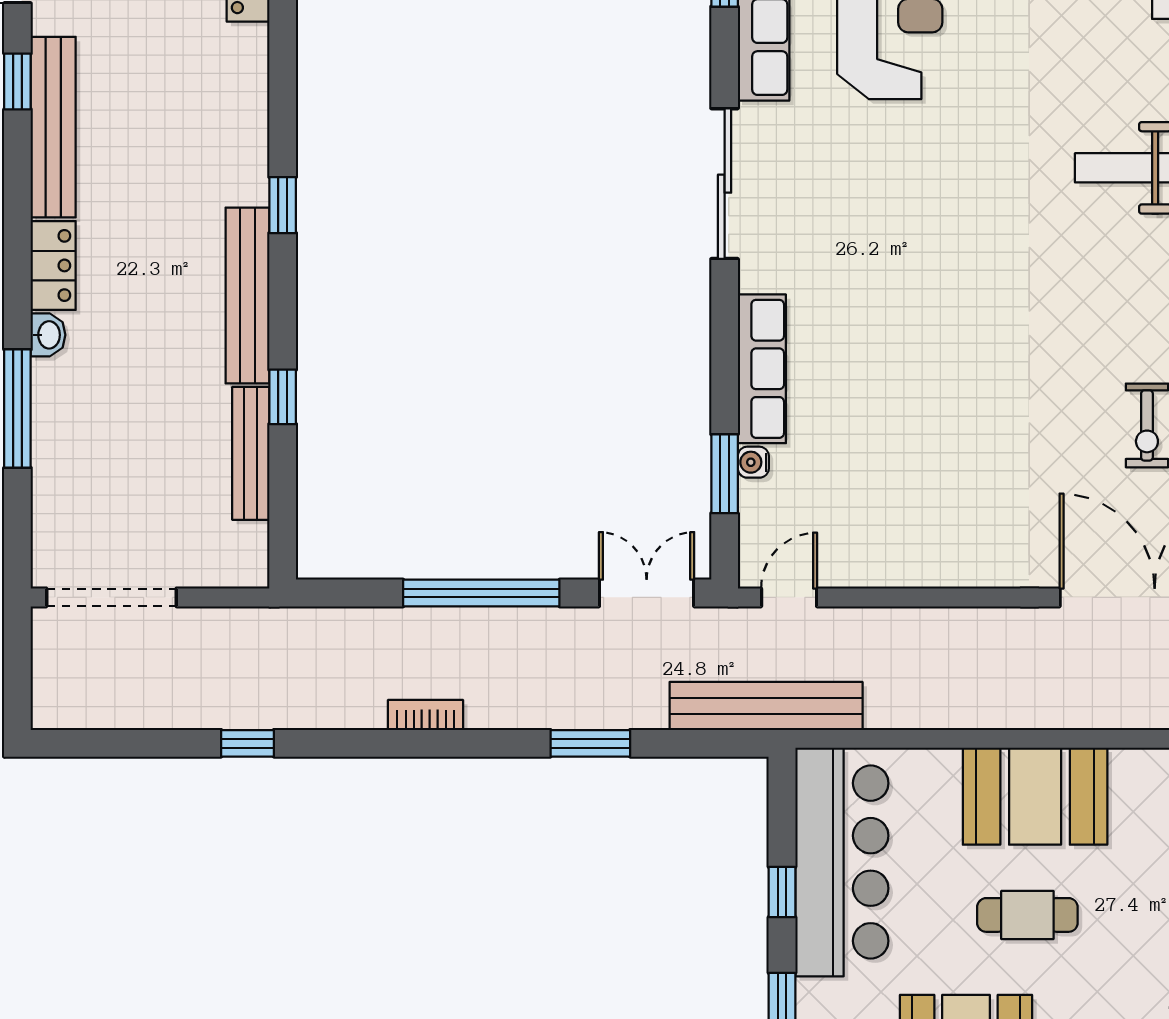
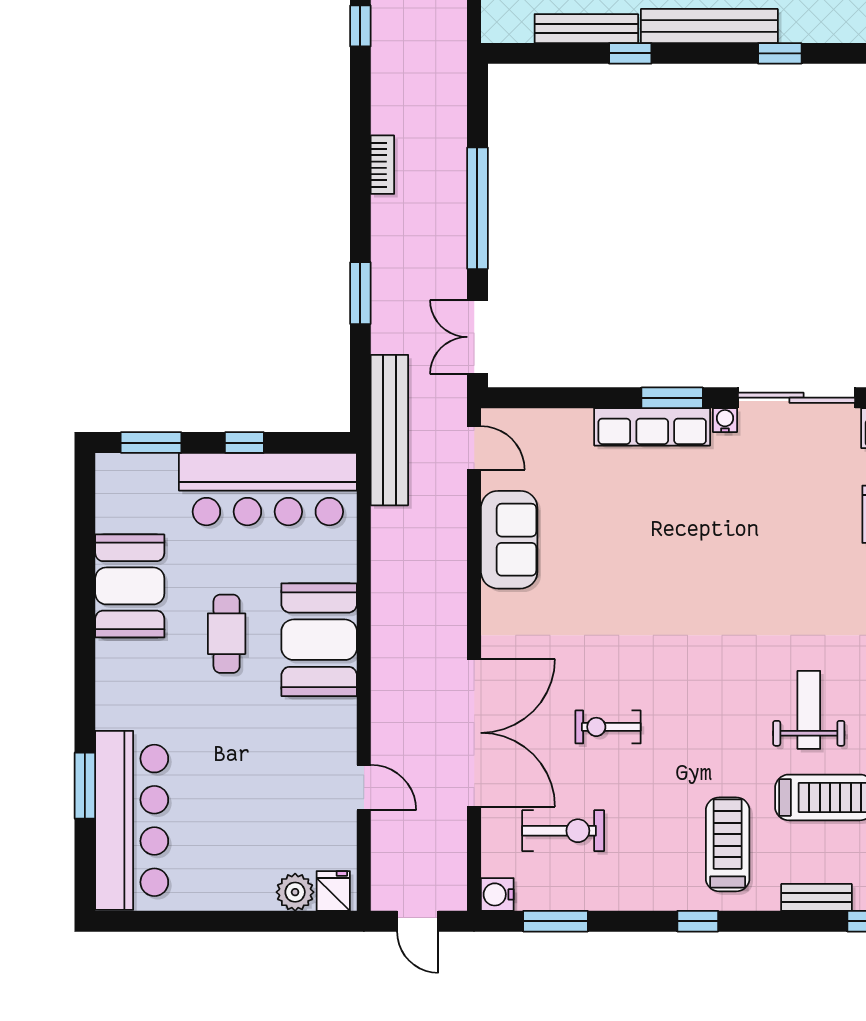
water cooler: (753, 462) -> (725, 420), moved
window: (725, 474) -> (672, 398), moved
sofa: (907, 552) -> (509, 540), added
double door: (647, 593) -> (477, 337), swing flipped

